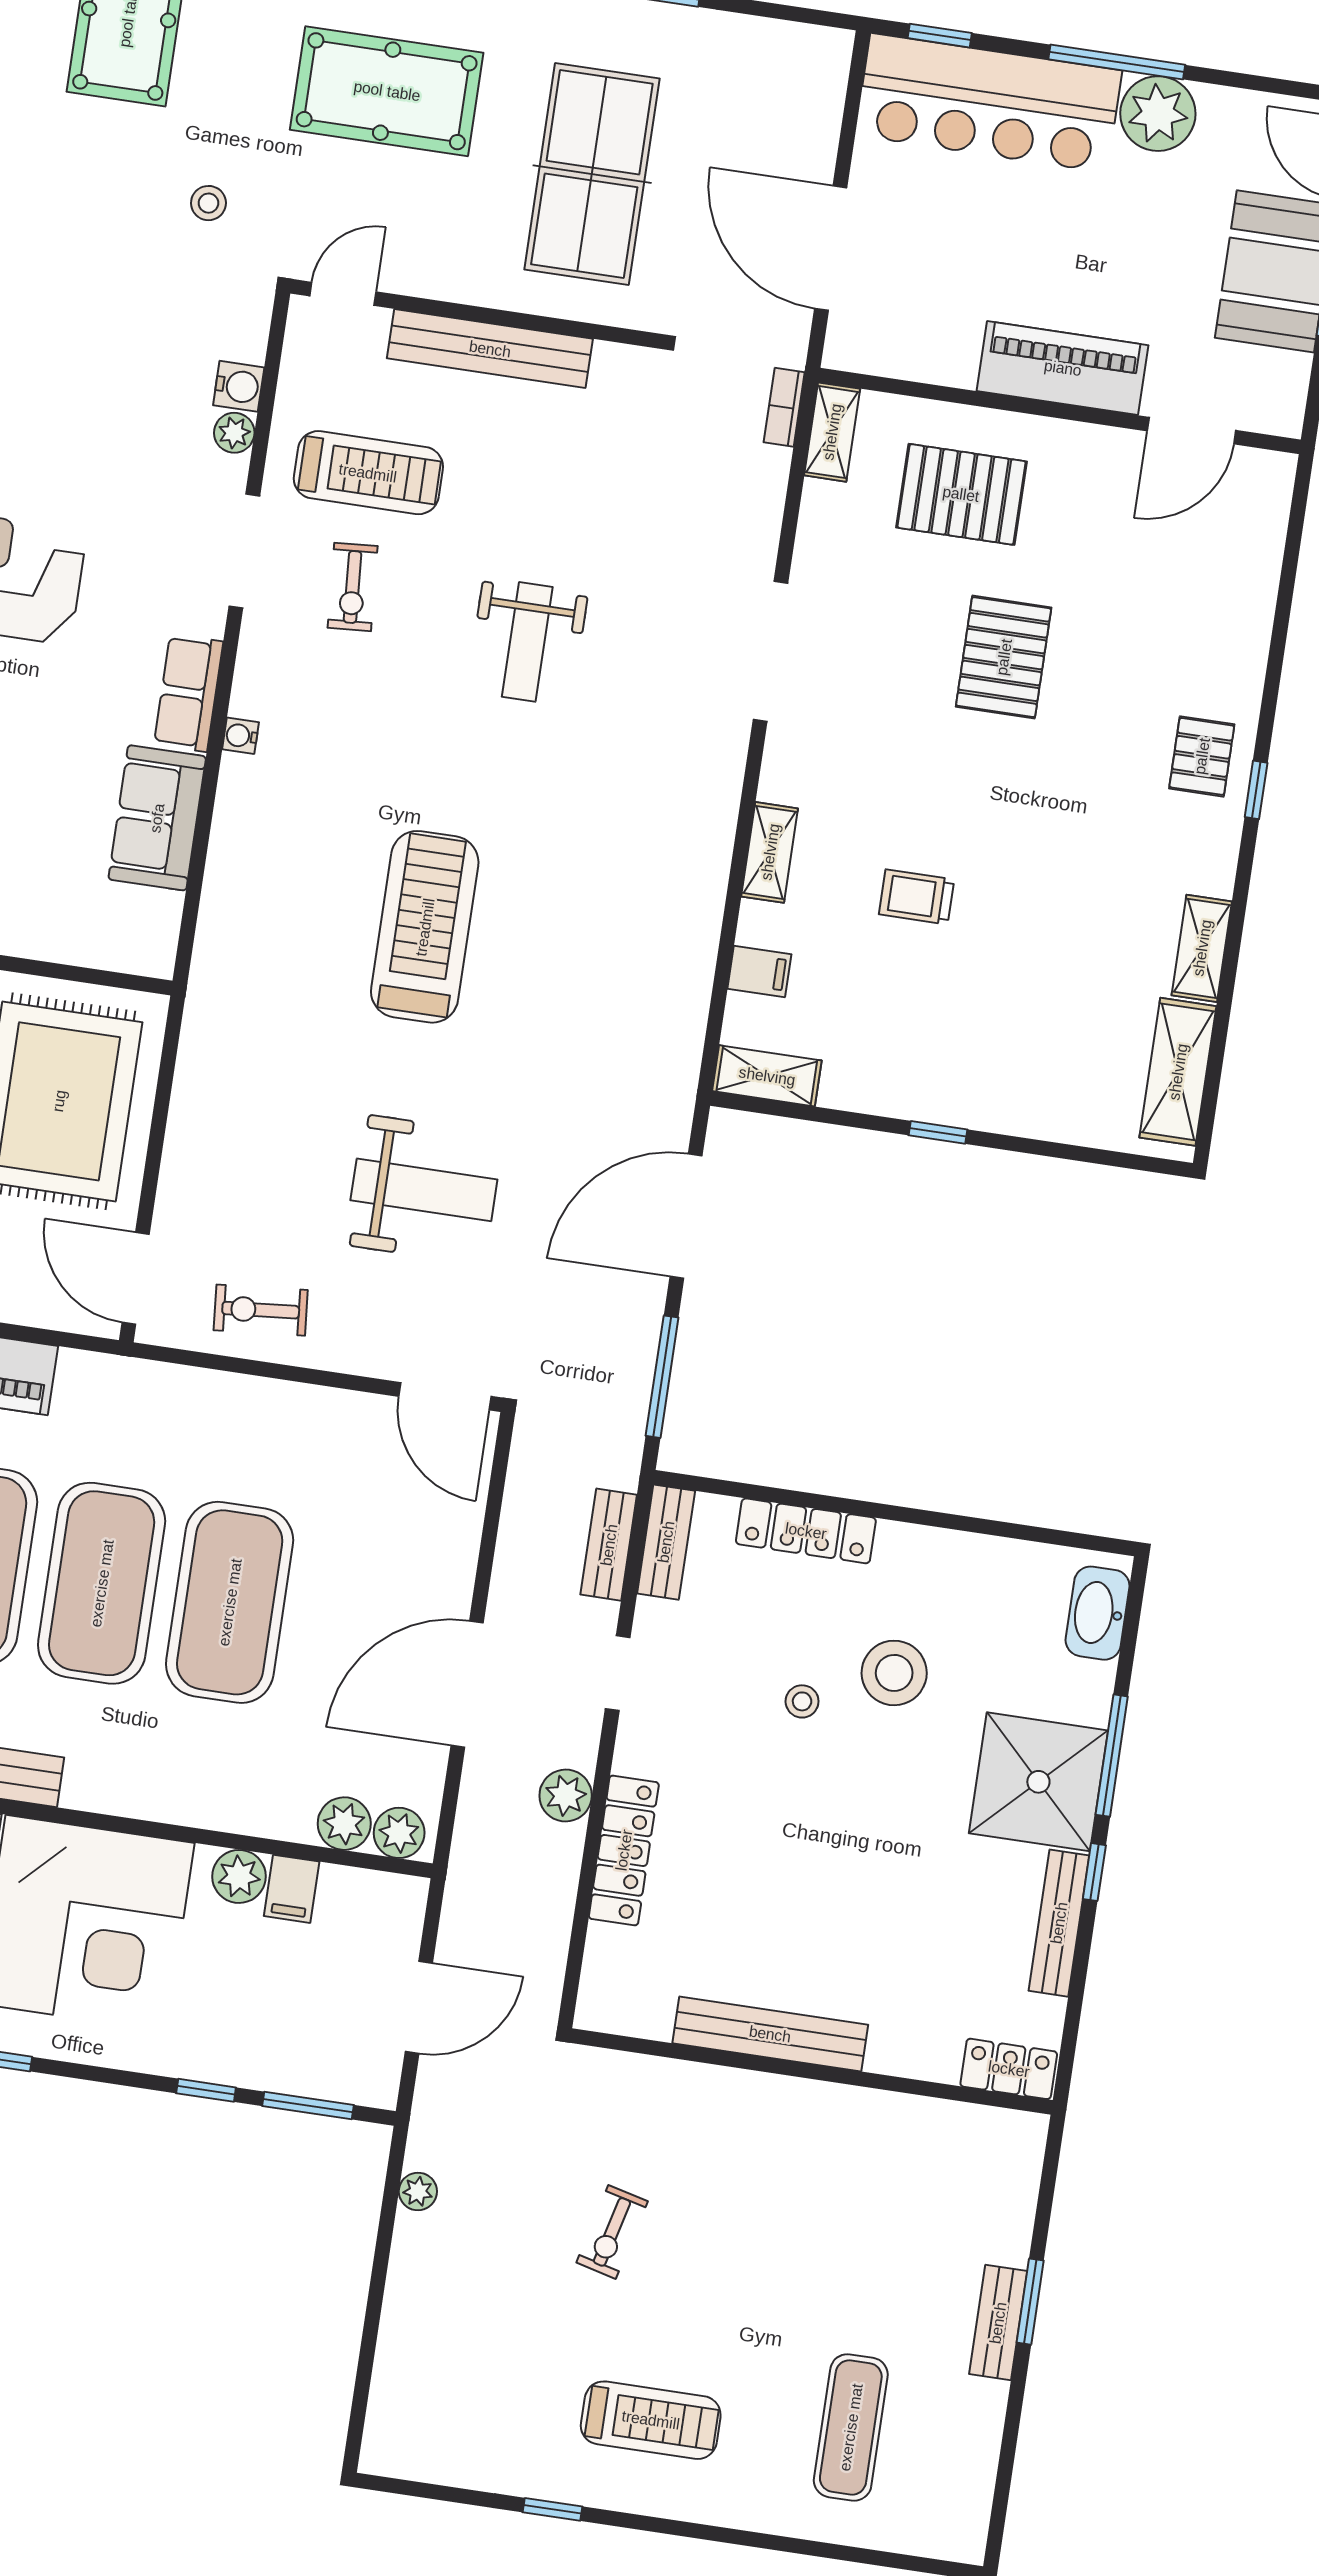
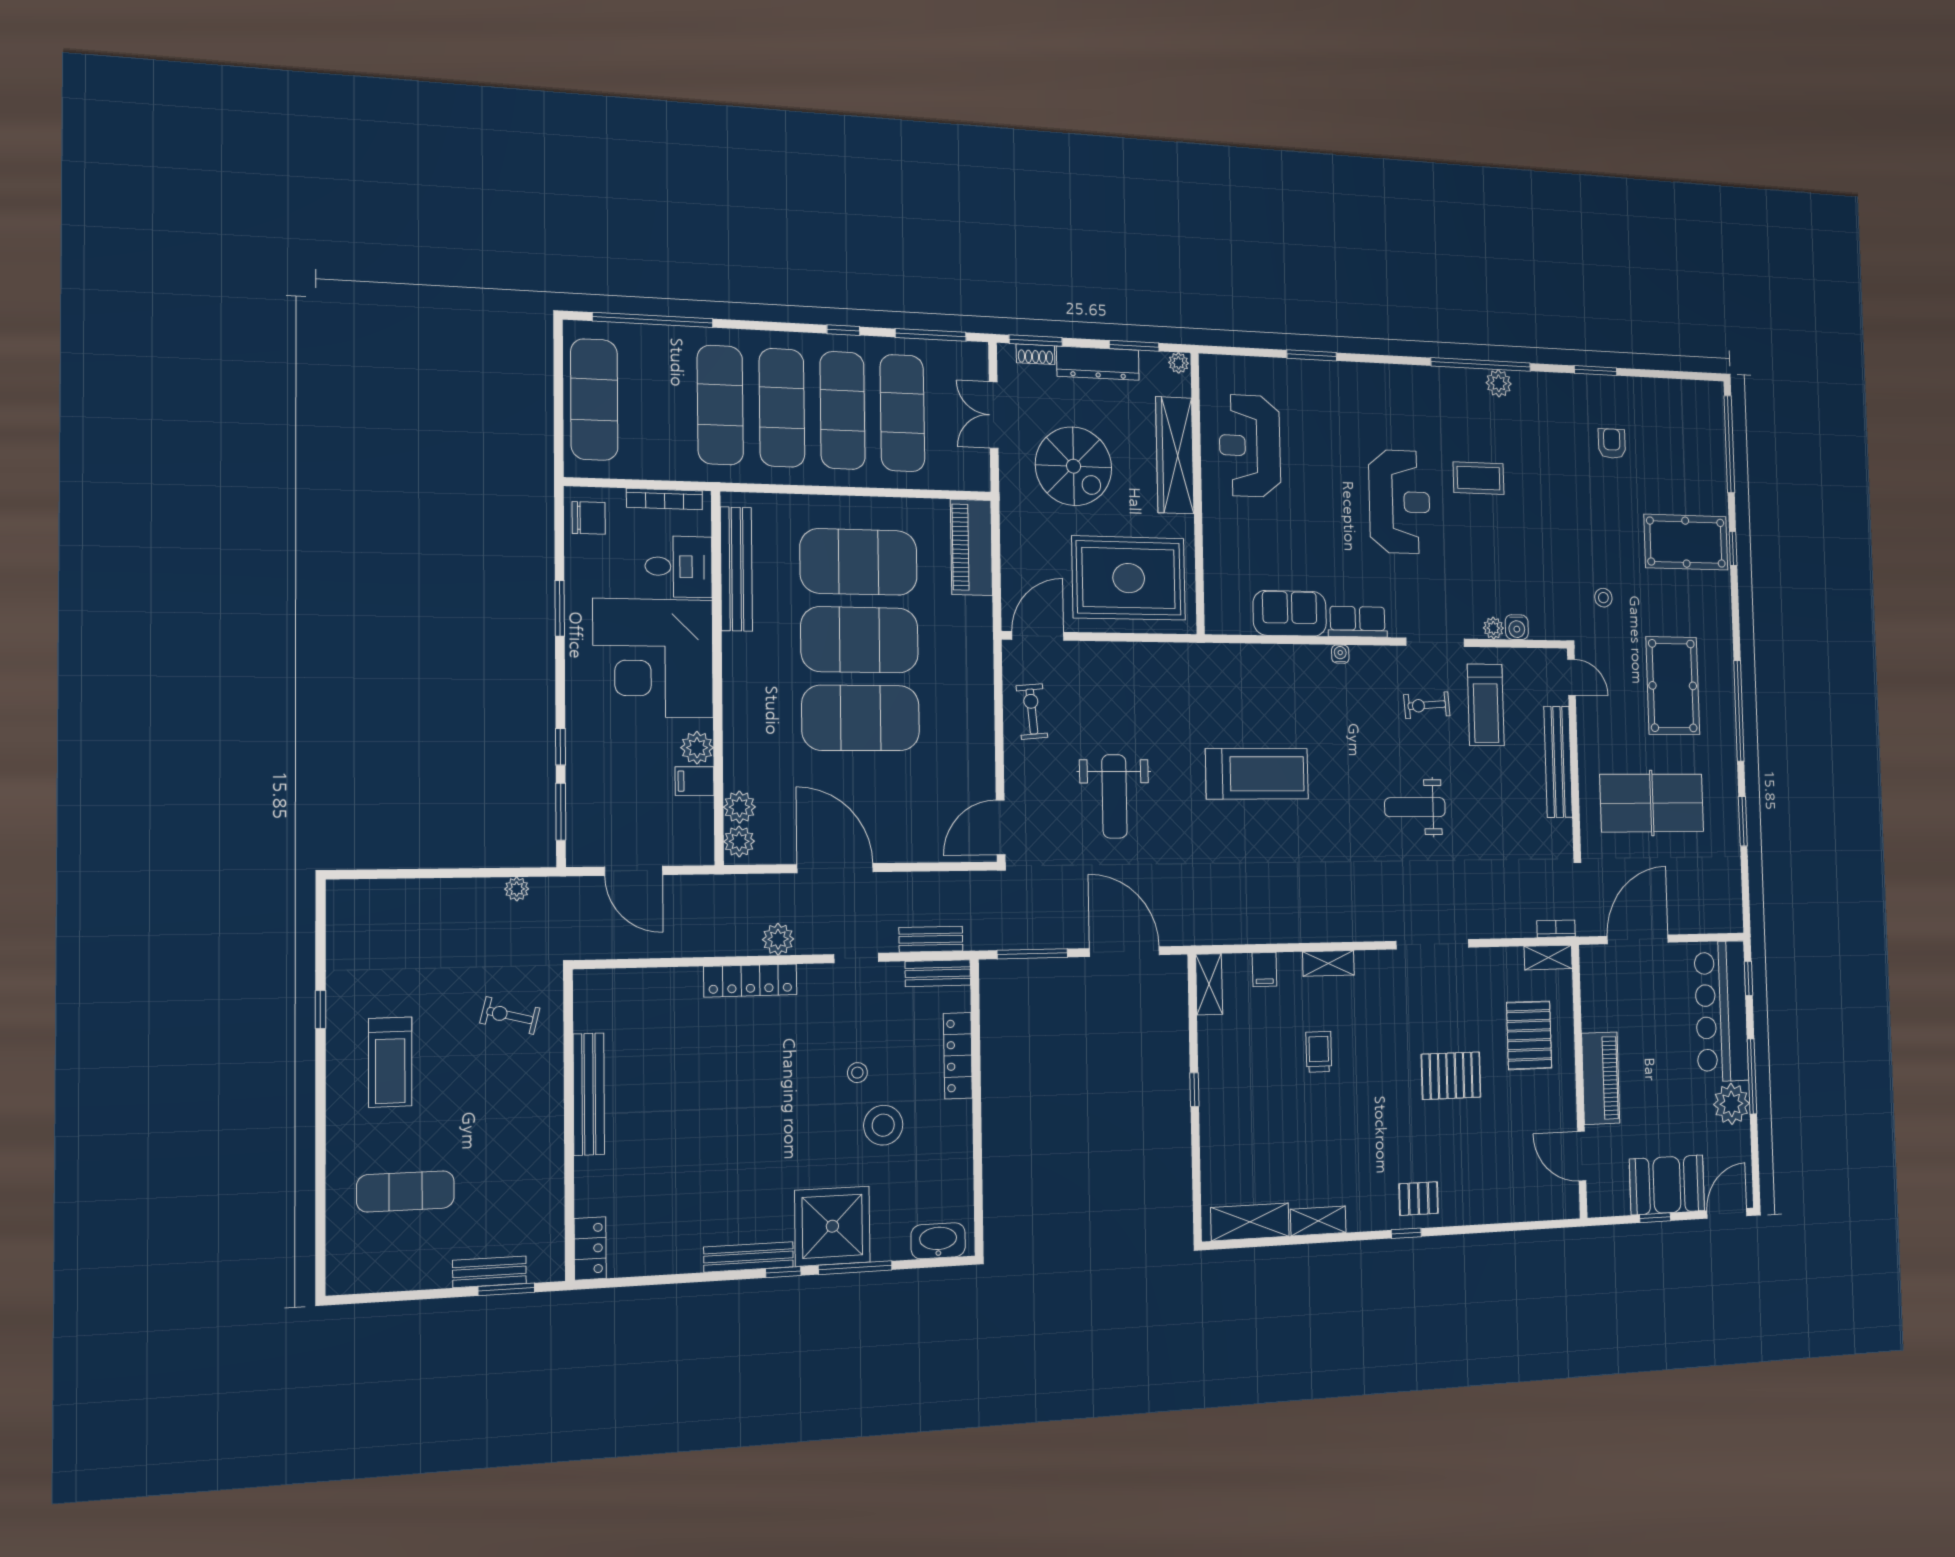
bench: (770, 2034) -> (589, 1094), moved
locker: (1009, 2069) -> (590, 1248), moved
wall: (811, 2072) -> (569, 1124), moved

